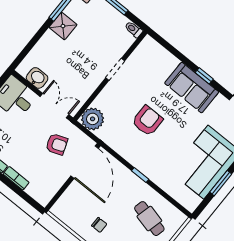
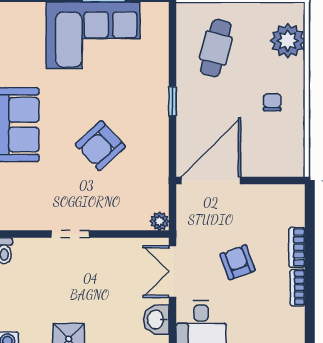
plant: (93, 119) -> (160, 221), width x0.53, depth x0.53
armchair: (147, 121) -> (100, 146), turned -43
armchair: (57, 144) -> (238, 262), moved

